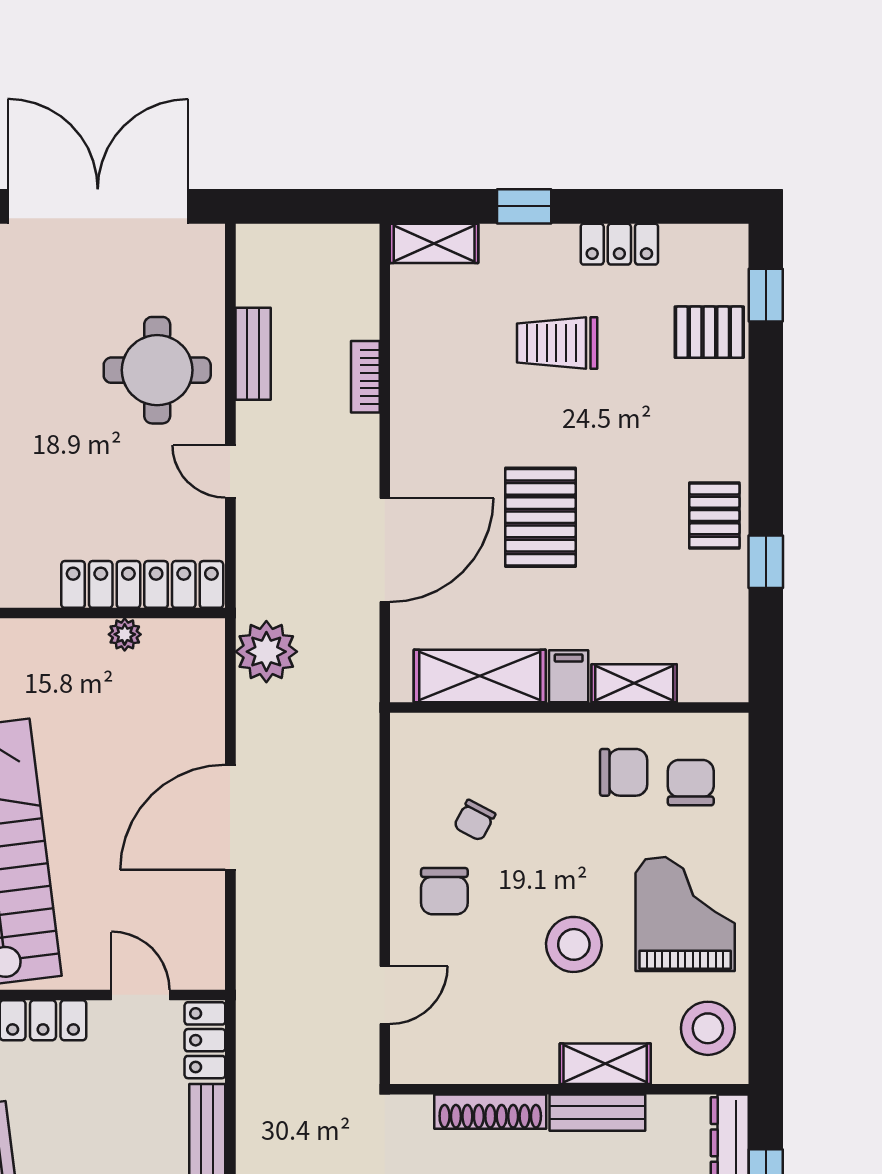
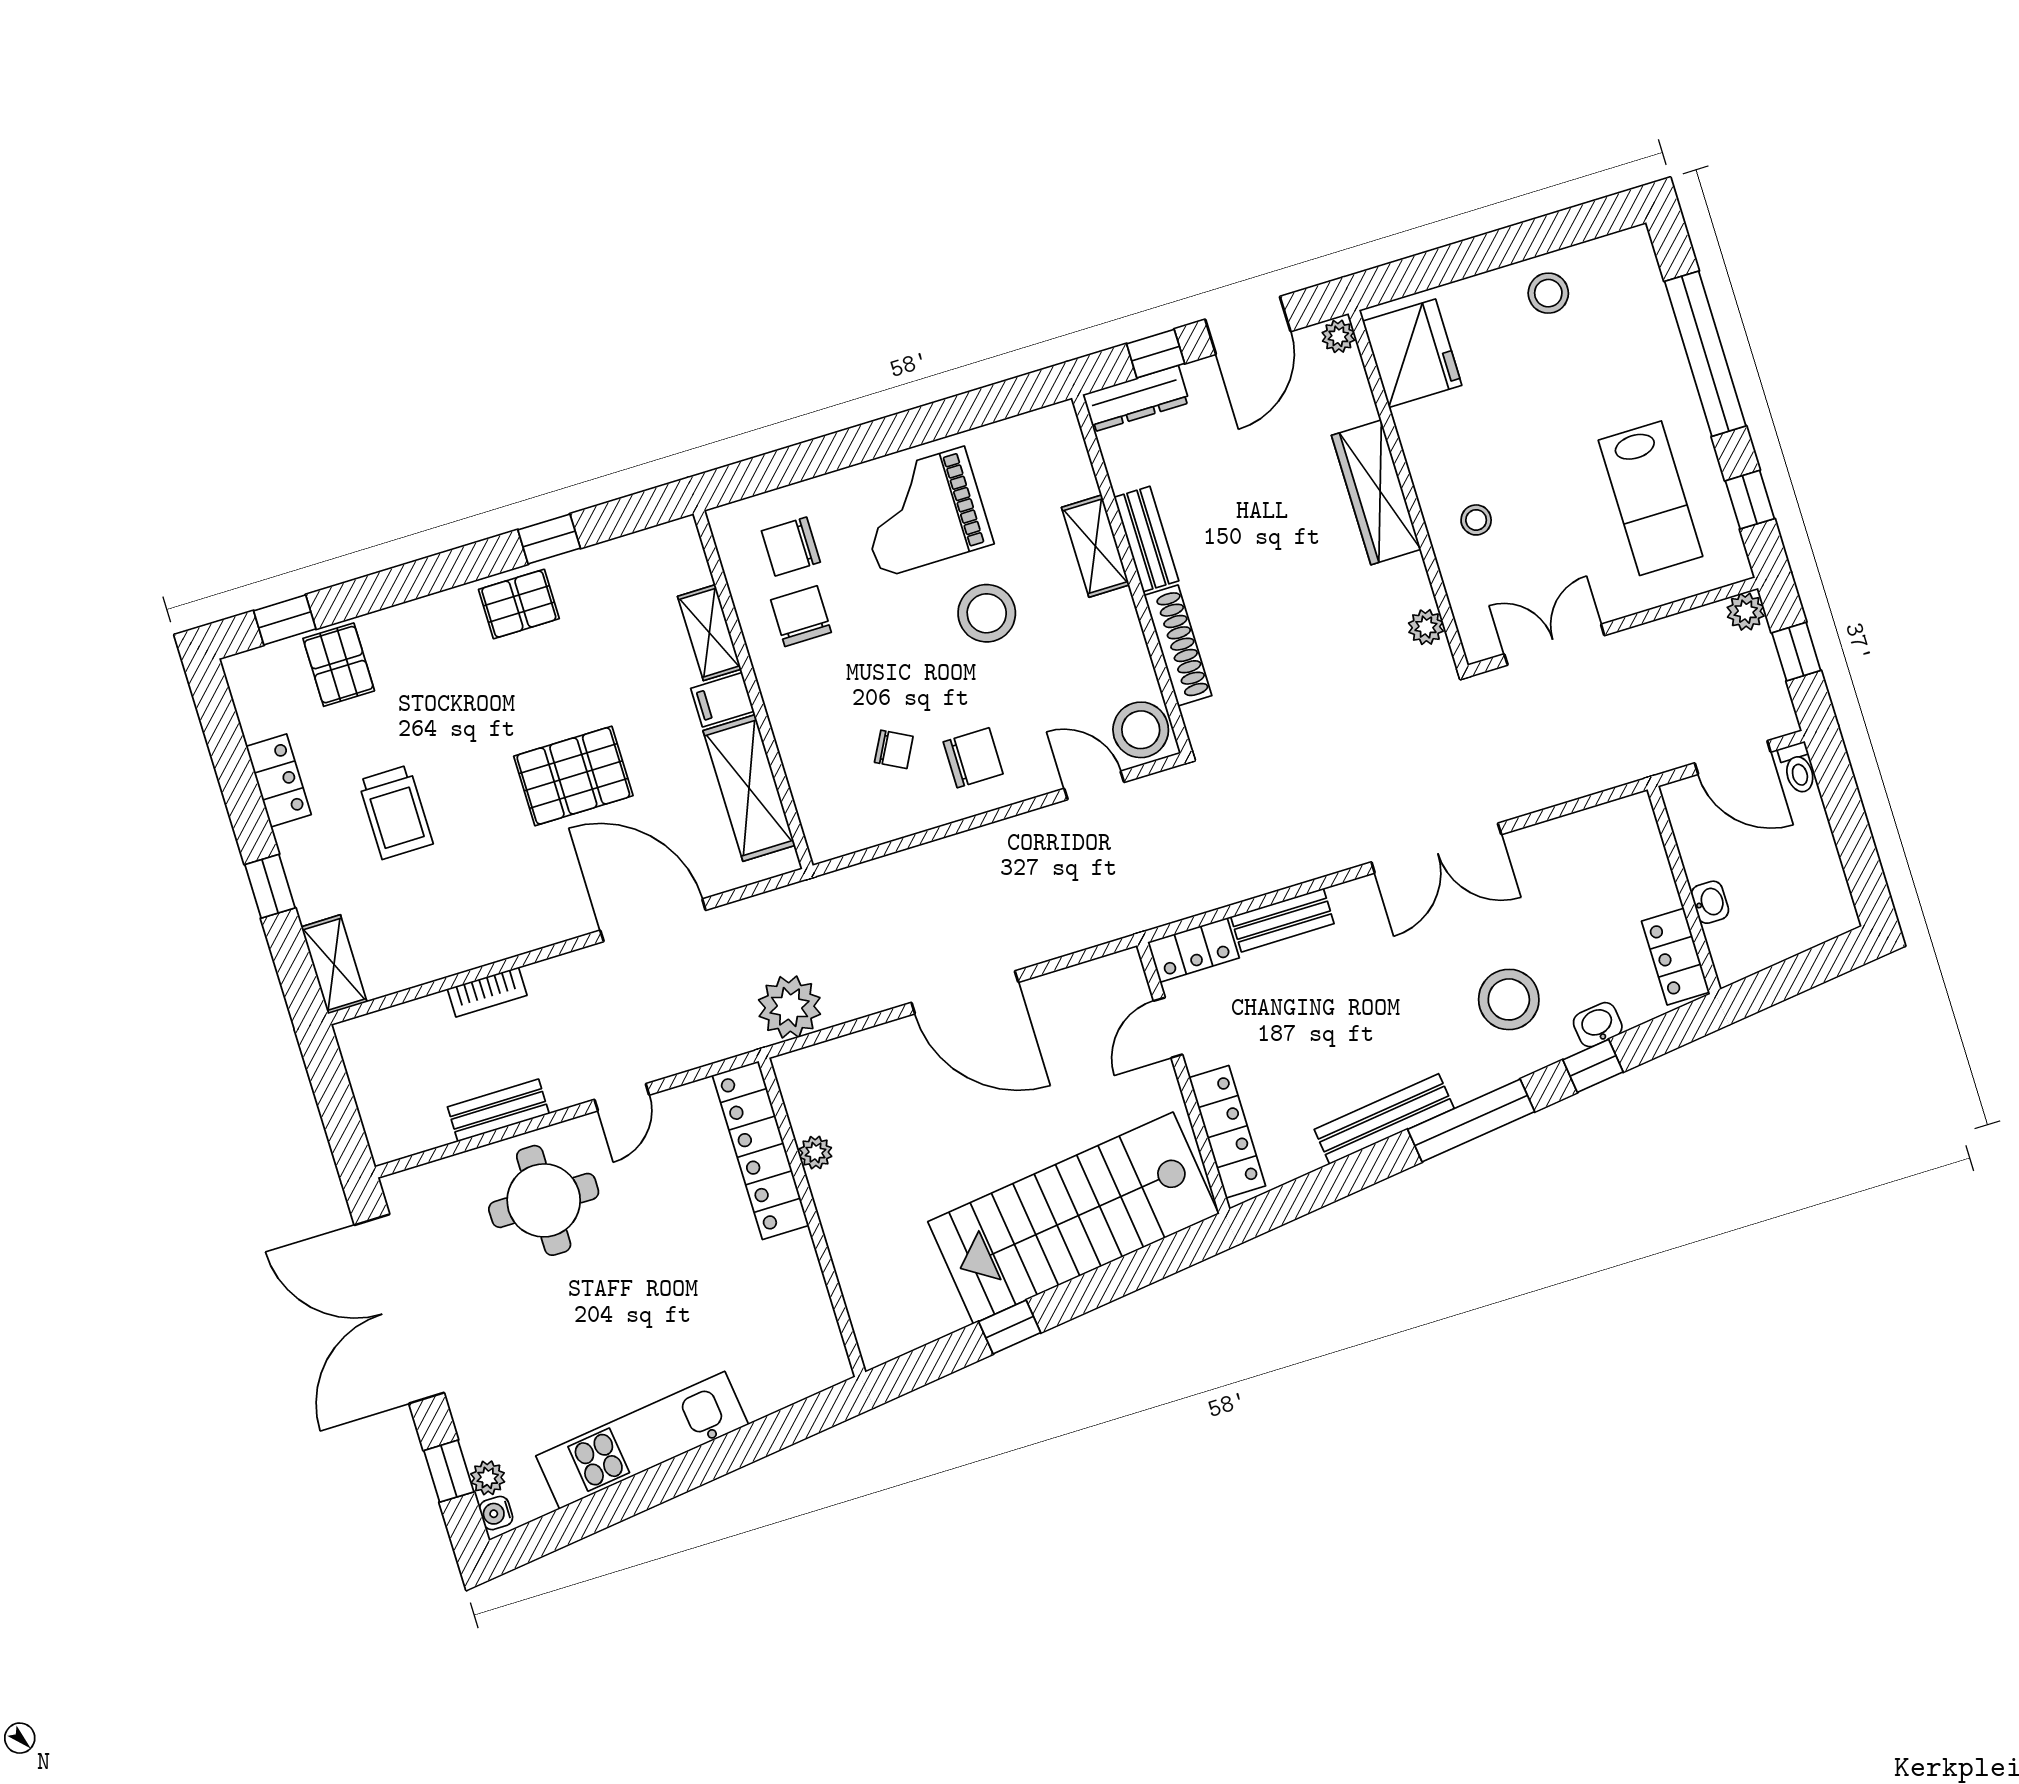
stool: (708, 1028) -> (1141, 730), moved

